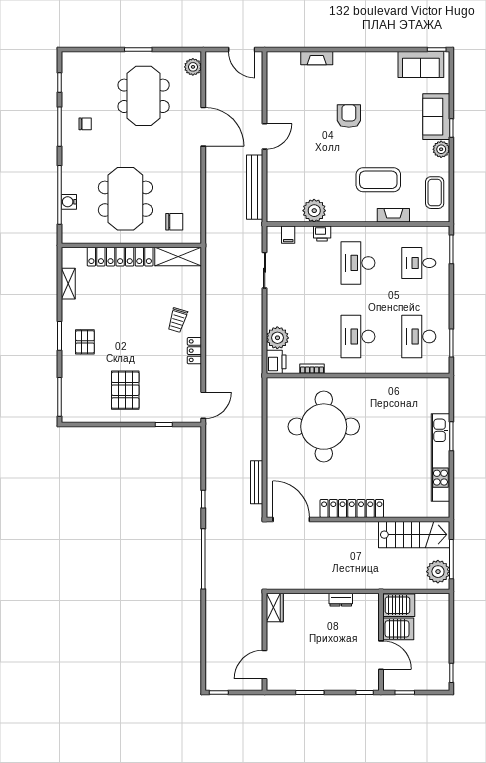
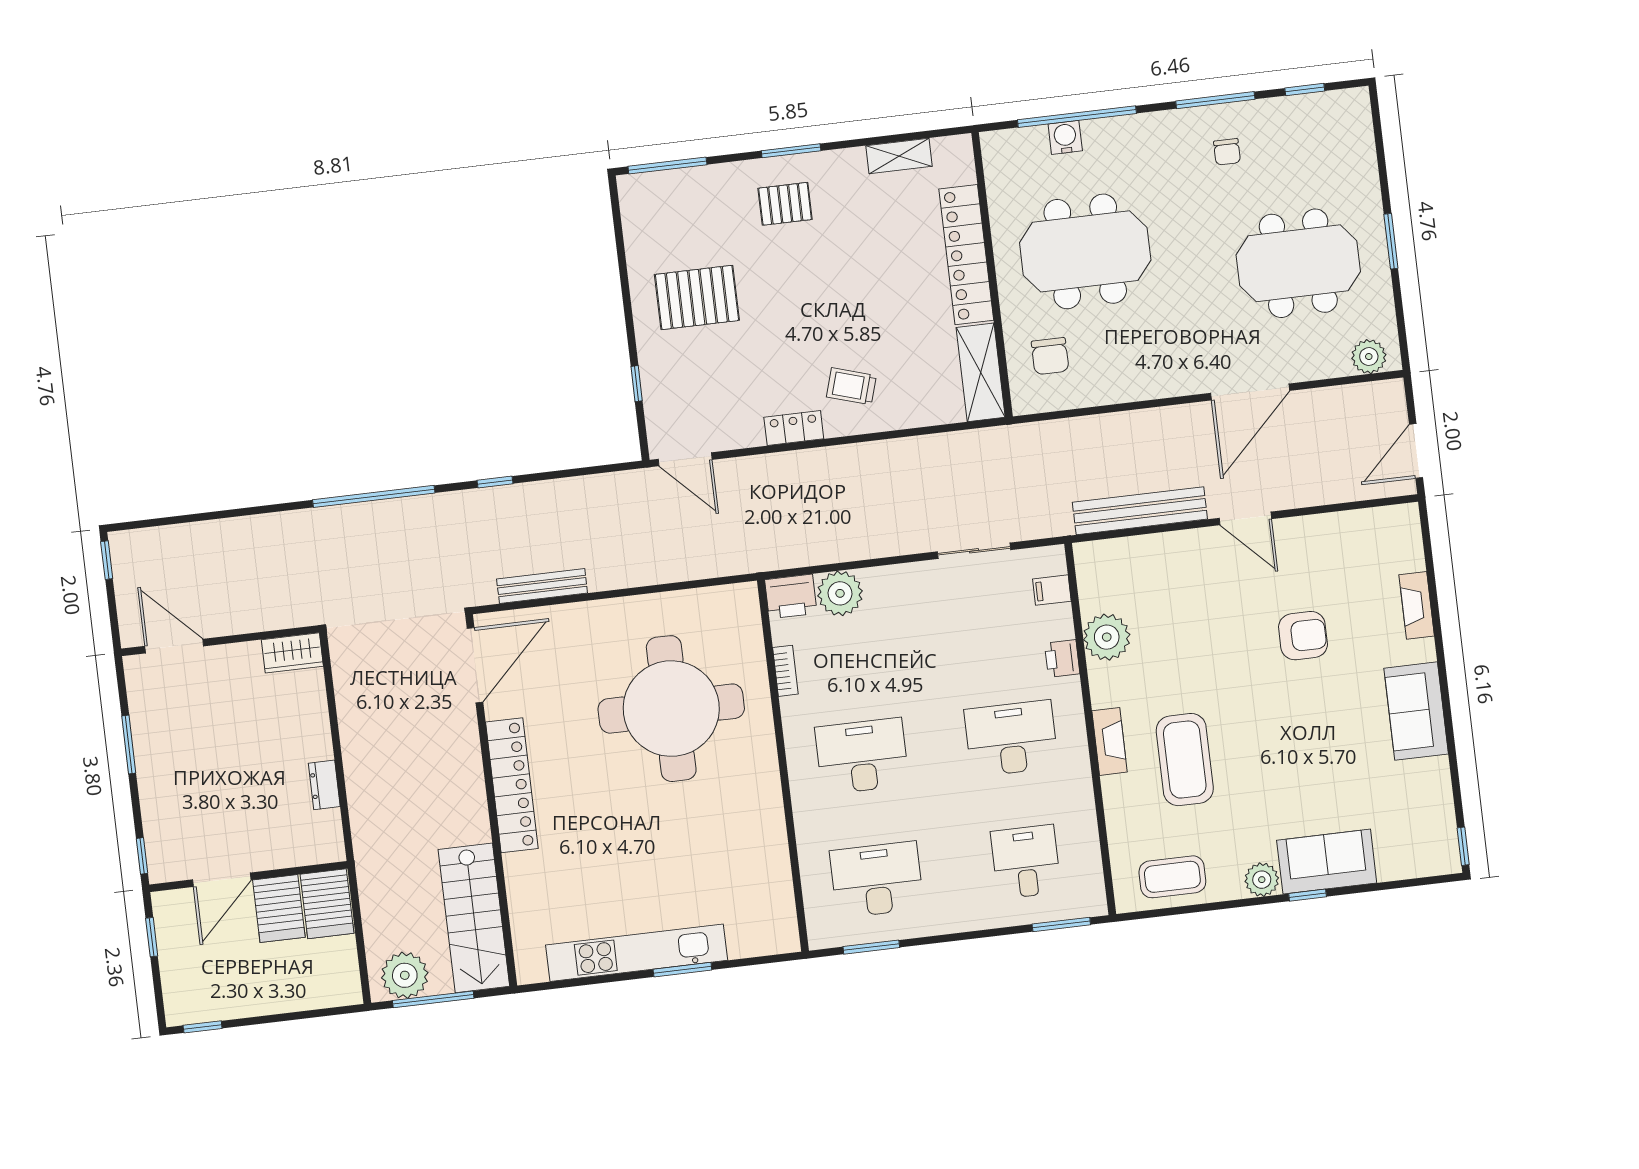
sofa: (421, 64) -> (1416, 711), moved
armchair: (349, 116) -> (1303, 636), moved
fireplace: (393, 215) -> (1110, 741), moved

